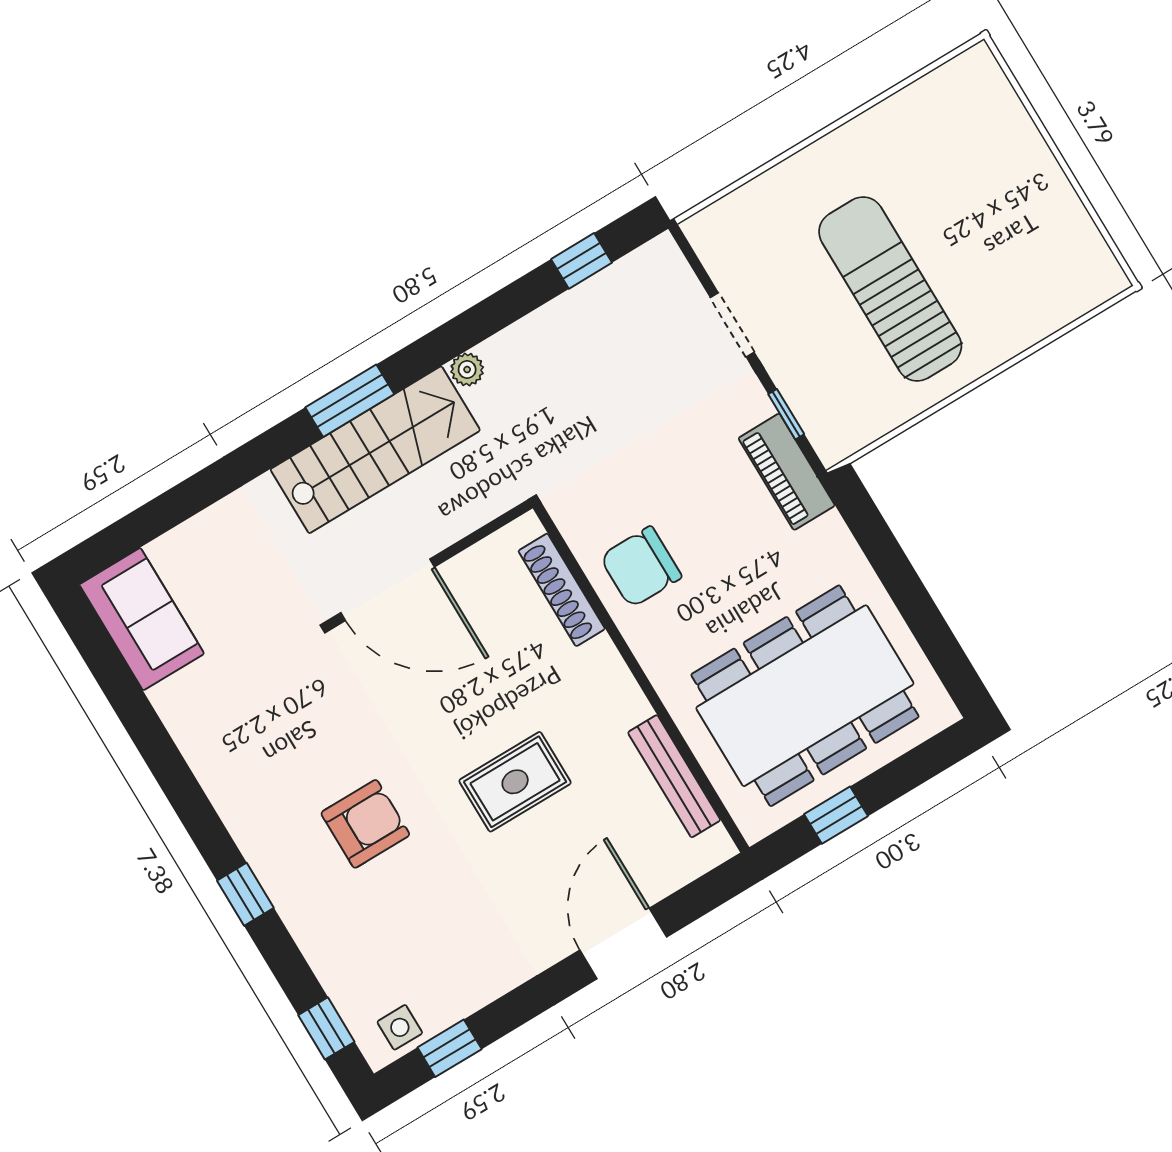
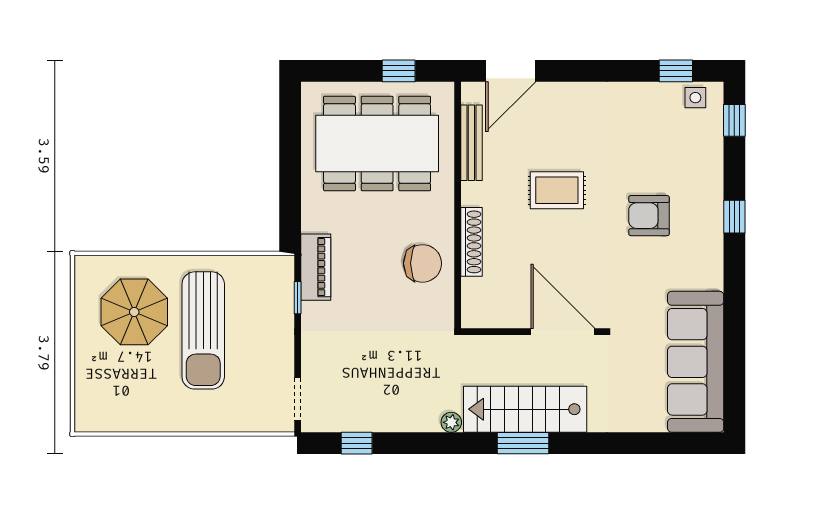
parasol: (1002, 257) -> (134, 312), added
doorway: (732, 325) -> (298, 399), moved
shoe rack: (562, 590) -> (471, 242), moved
sofa: (142, 619) -> (696, 362), width x1.85, depth x1.27
door: (623, 943) -> (511, 71), moved

